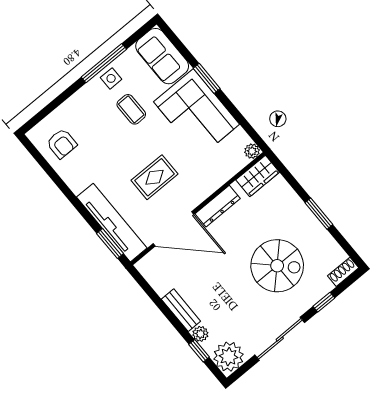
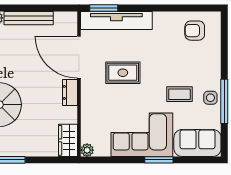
rug: (155, 177) -> (123, 73), turned 90
dresser: (218, 206) -> (70, 92), width x0.70
door: (173, 229) -> (79, 57), hinge flipped
bench: (181, 310) -> (29, 18), width x1.36

